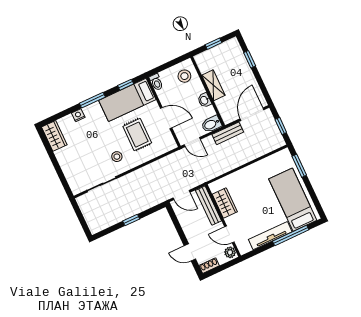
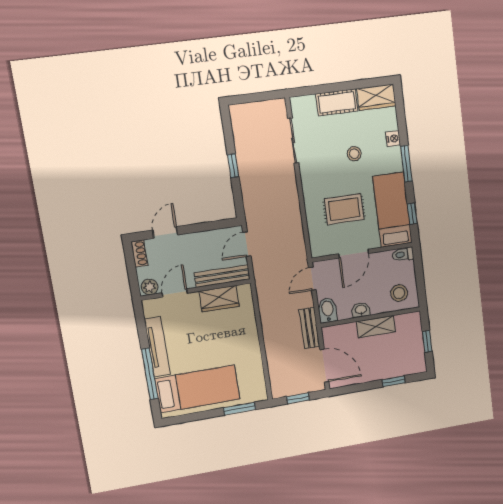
stool: (117, 157) -> (354, 154), moved
cot: (67, 162) -> (337, 102), added

